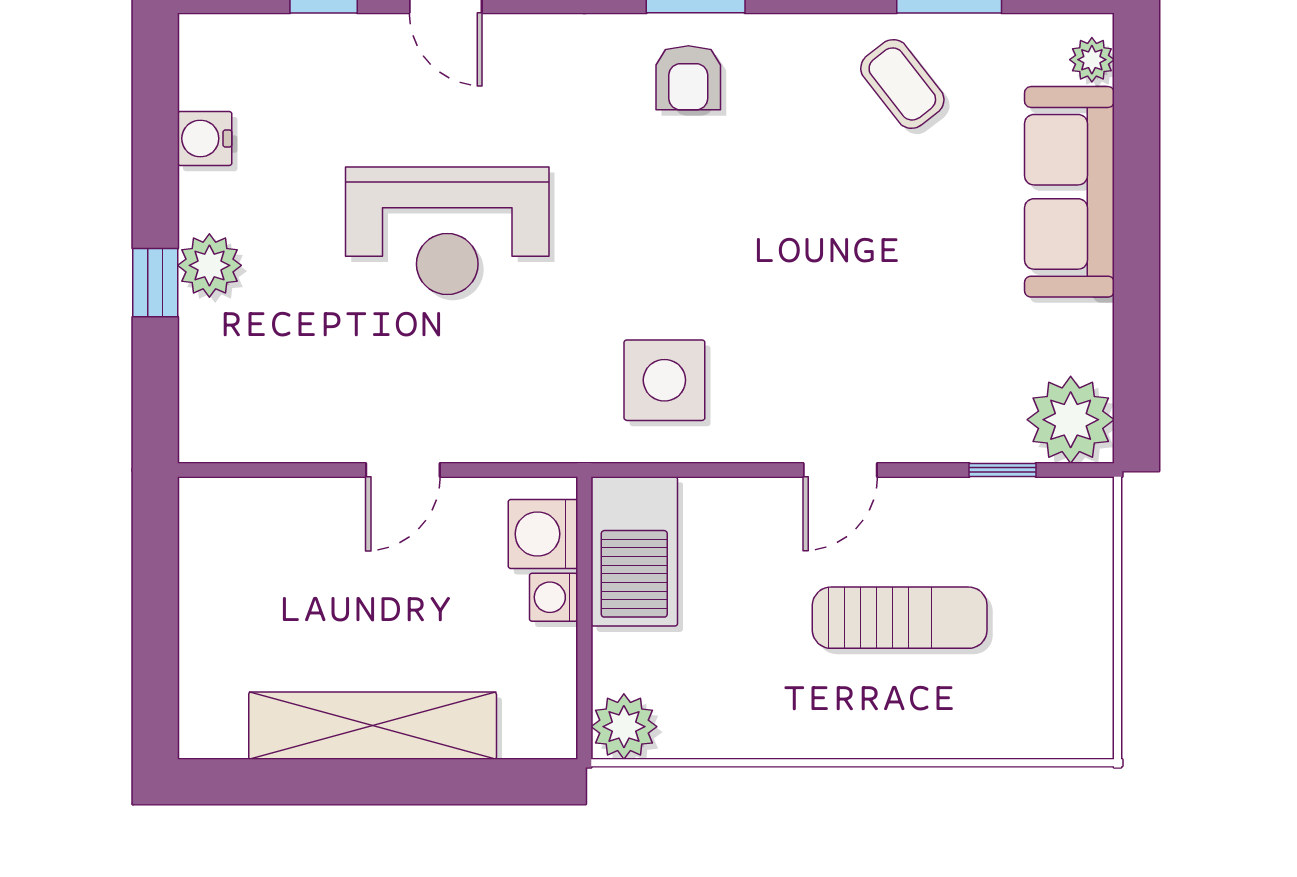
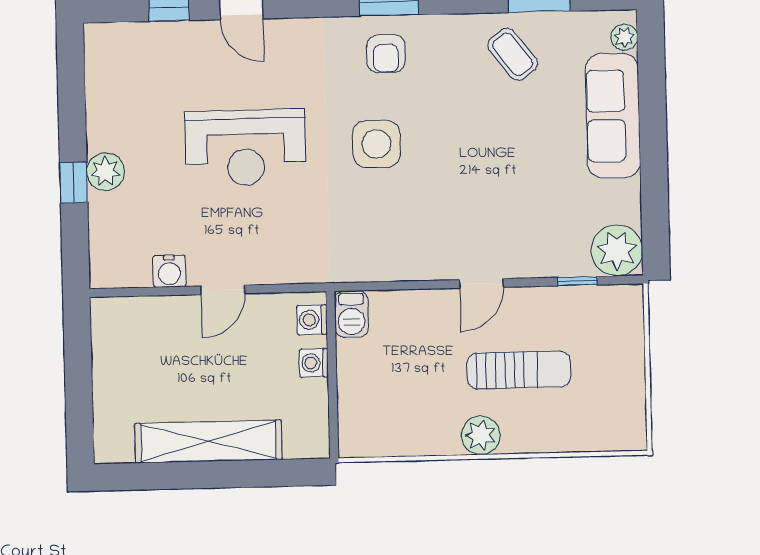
water cooler: (205, 138) -> (169, 271), moved, turned -90
side table: (664, 380) -> (376, 144), moved
washing machine: (543, 534) -> (312, 320), width x0.73, depth x0.73
barbecue: (634, 551) -> (351, 314), width x0.53, depth x0.65
plant: (624, 727) -> (481, 435), moved

